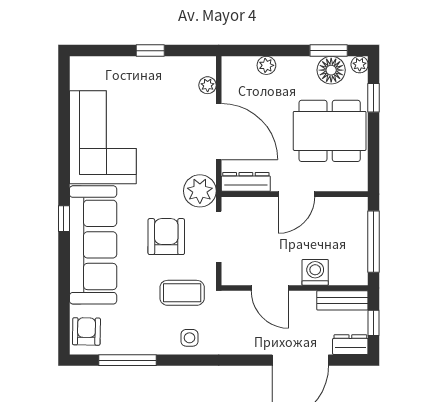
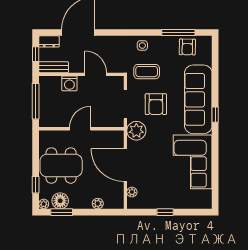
dresser: (246, 182) -> (110, 136), removed
armchair: (86, 331) -> (187, 47), moved

